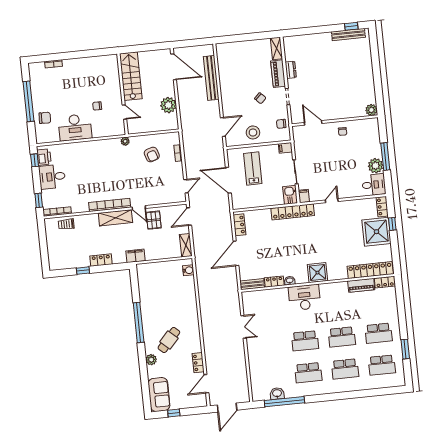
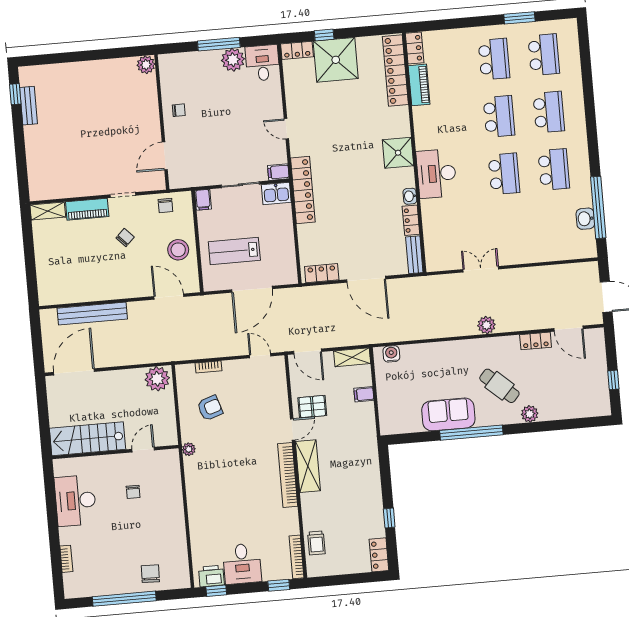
bench: (348, 35) -> (29, 106), width x0.73
dresser: (291, 70) -> (82, 189), removed
plant: (168, 105) -> (157, 379), moved
desk: (75, 127) -> (75, 501), moved, turned 180
filing cabinet: (135, 256) -> (364, 394), moved, width x0.50
locker: (101, 260) -> (379, 555), moved
plant: (208, 331) -> (486, 325), added
sofa: (159, 395) -> (448, 414), moved

